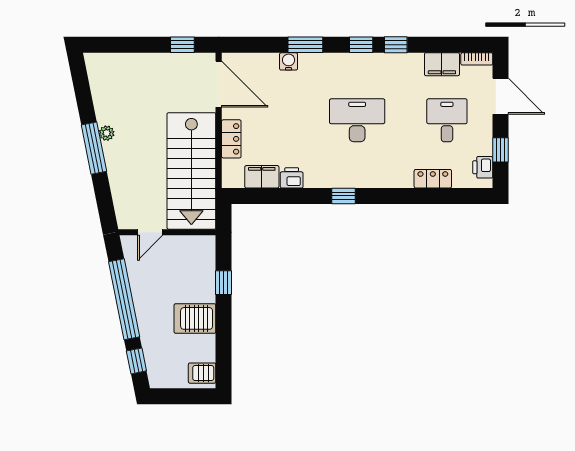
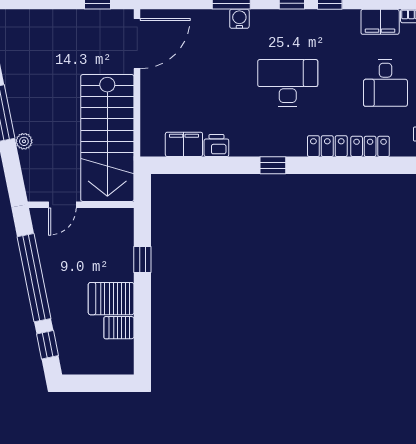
water cooler: (289, 61) -> (239, 19), moved
door: (219, 84) -> (137, 44), hinge flipped
desk: (447, 120) -> (385, 83), turned 180
plant: (107, 133) -> (24, 141), moved
locker: (231, 139) -> (327, 146), moved, turned -90
server rack: (202, 373) -> (119, 328), moved

